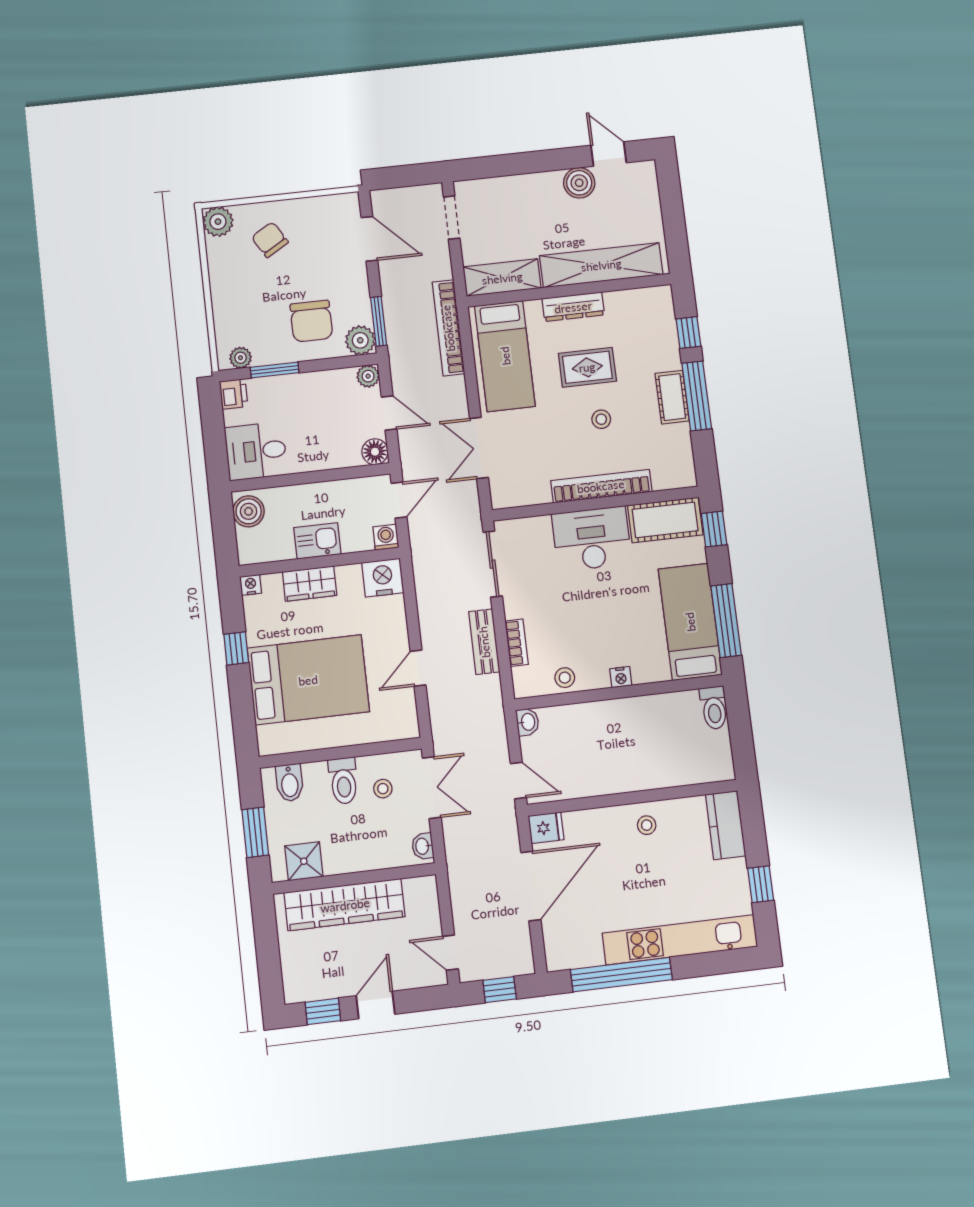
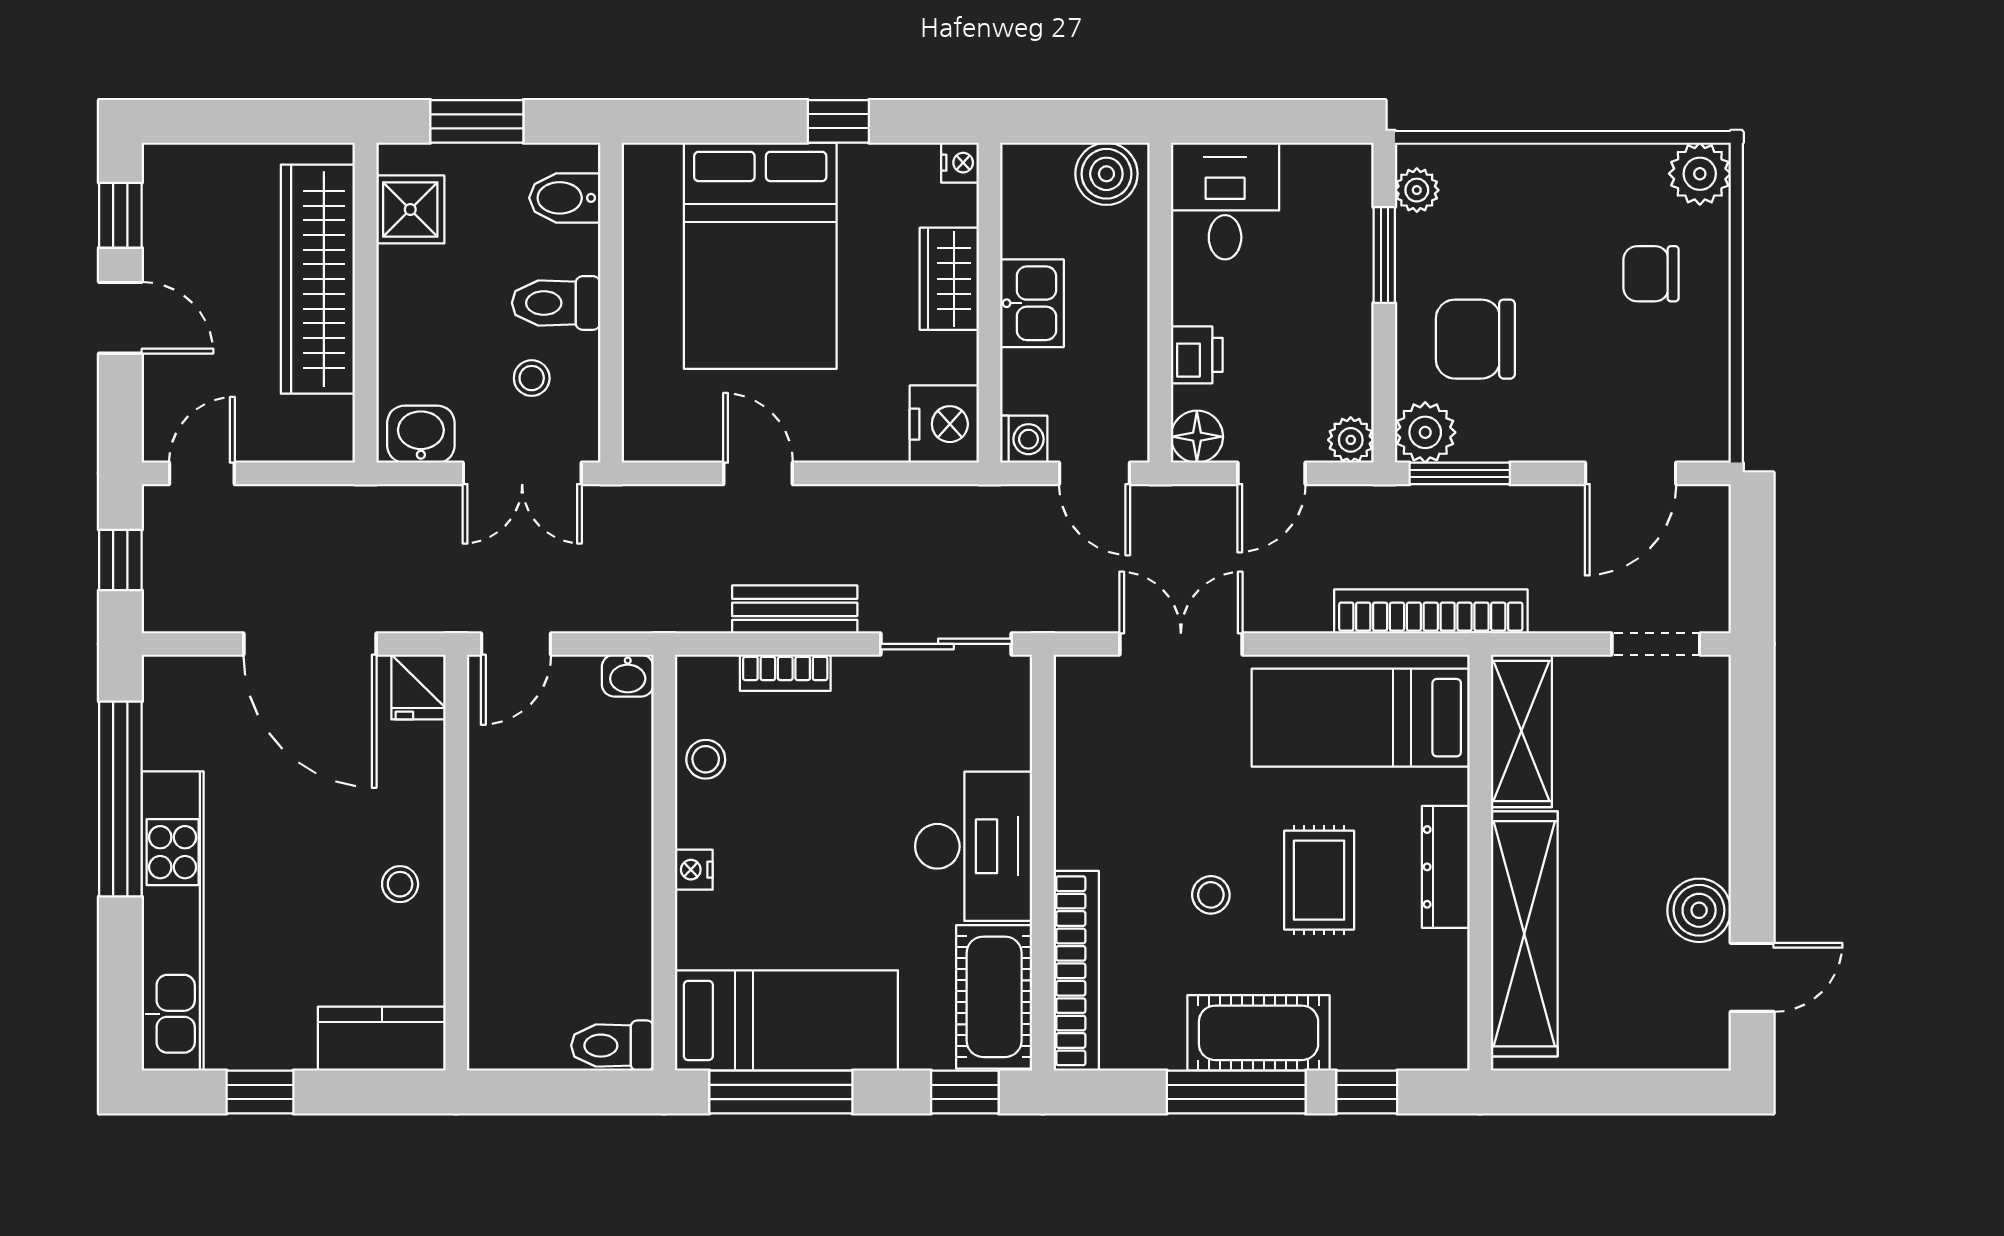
chair: (270, 240) -> (1651, 274), turned -149
printer: (234, 394) -> (1197, 355), moved, turned -90
cot: (672, 397) -> (1259, 1033), width x1.37, depth x1.34
bookcase: (601, 486) -> (1076, 971), moved
washbasin: (423, 846) -> (421, 434), width x1.38, depth x1.45

